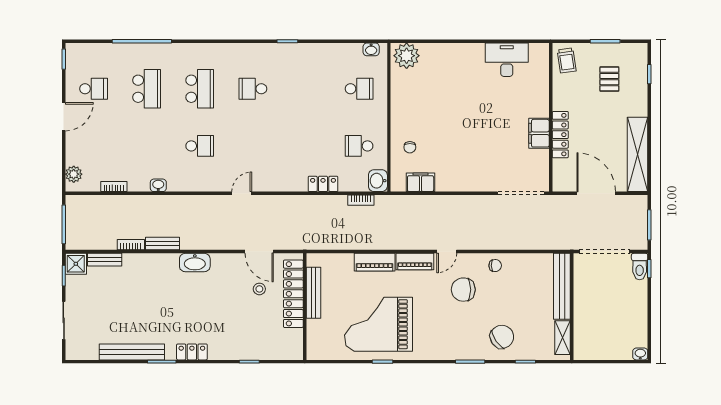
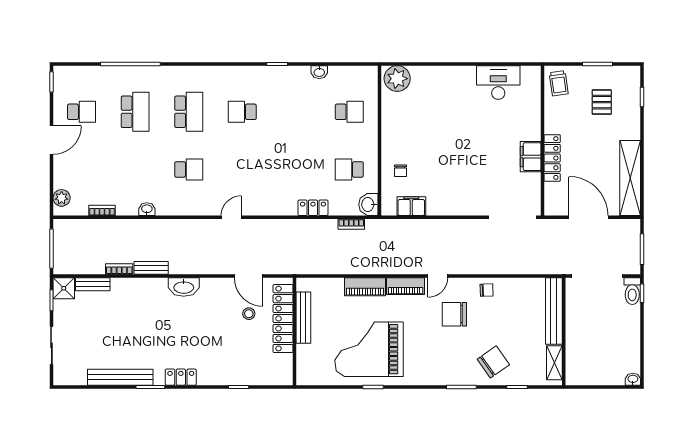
washbasin: (371, 49) -> (319, 72), moved

